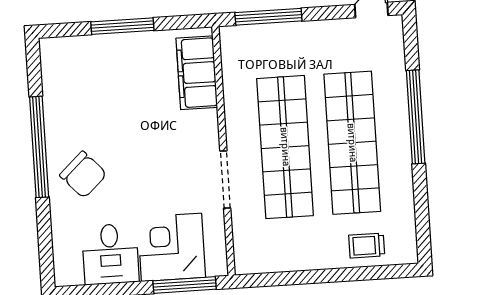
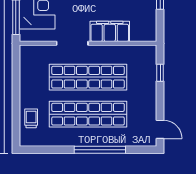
window: (268, 17) -> (160, 73), width x0.46
filing cabinet: (197, 73) -> (110, 31), moved

